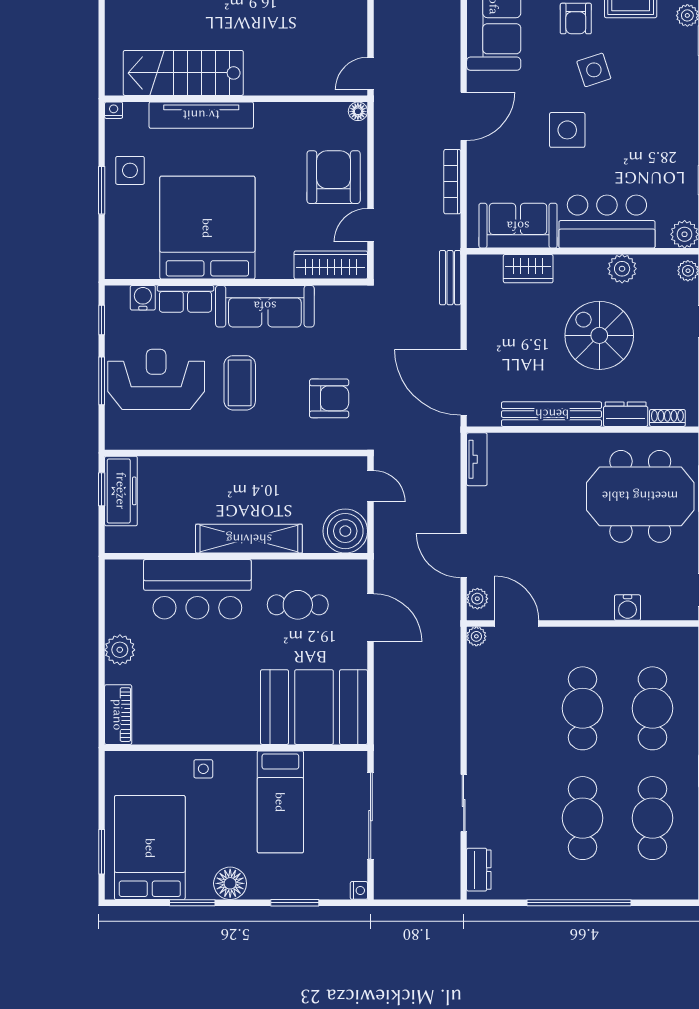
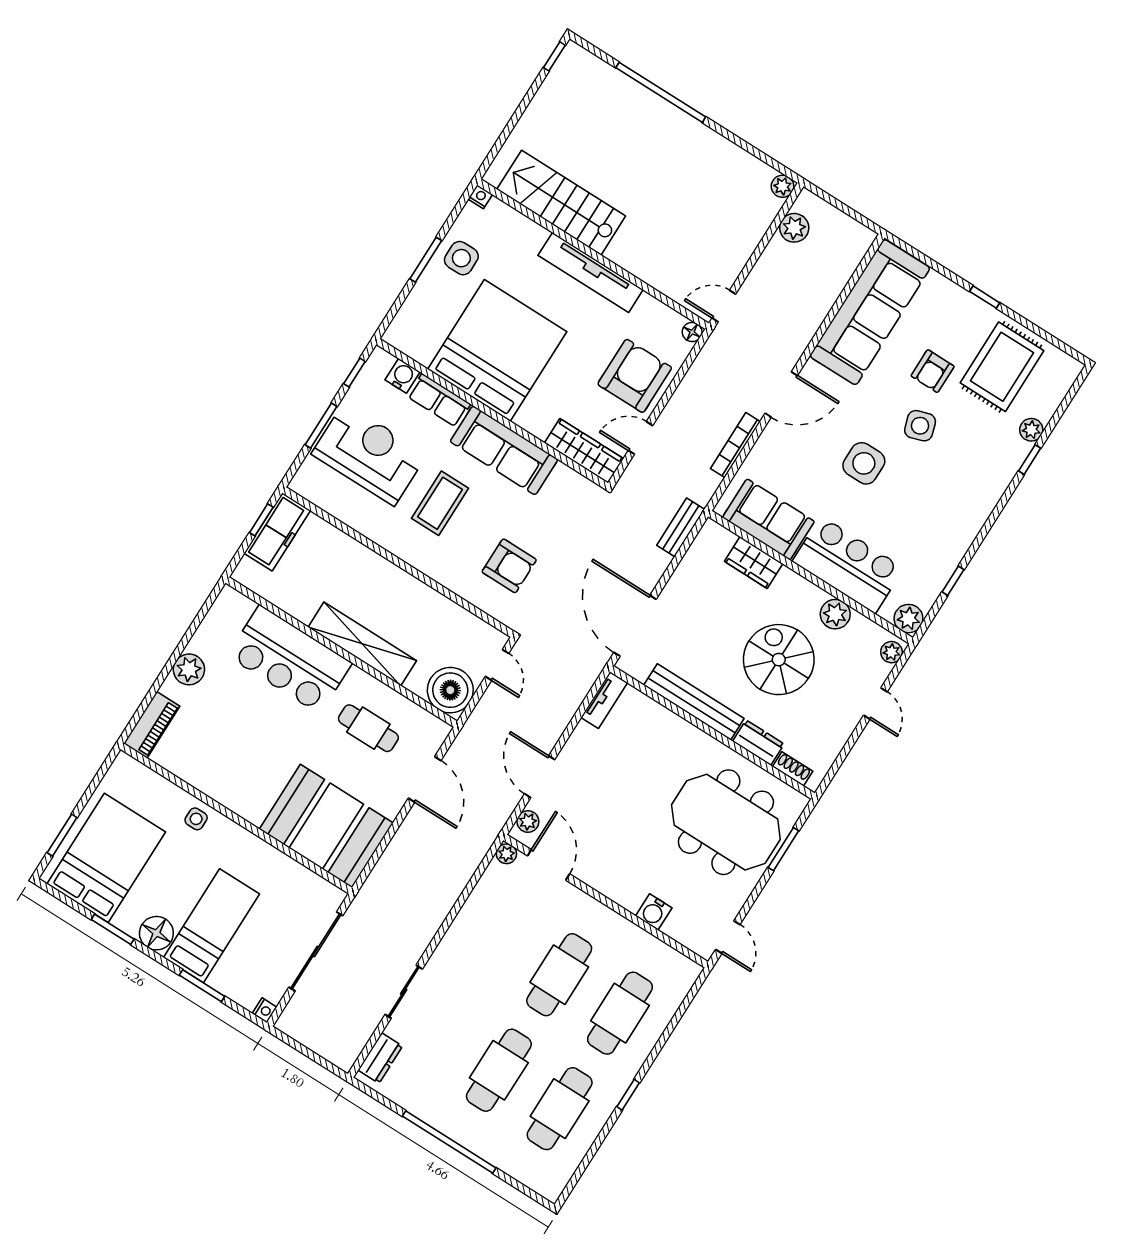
tv unit: (201, 115) -> (591, 273), moved
bed: (280, 802) -> (212, 926), moved, turned 180

